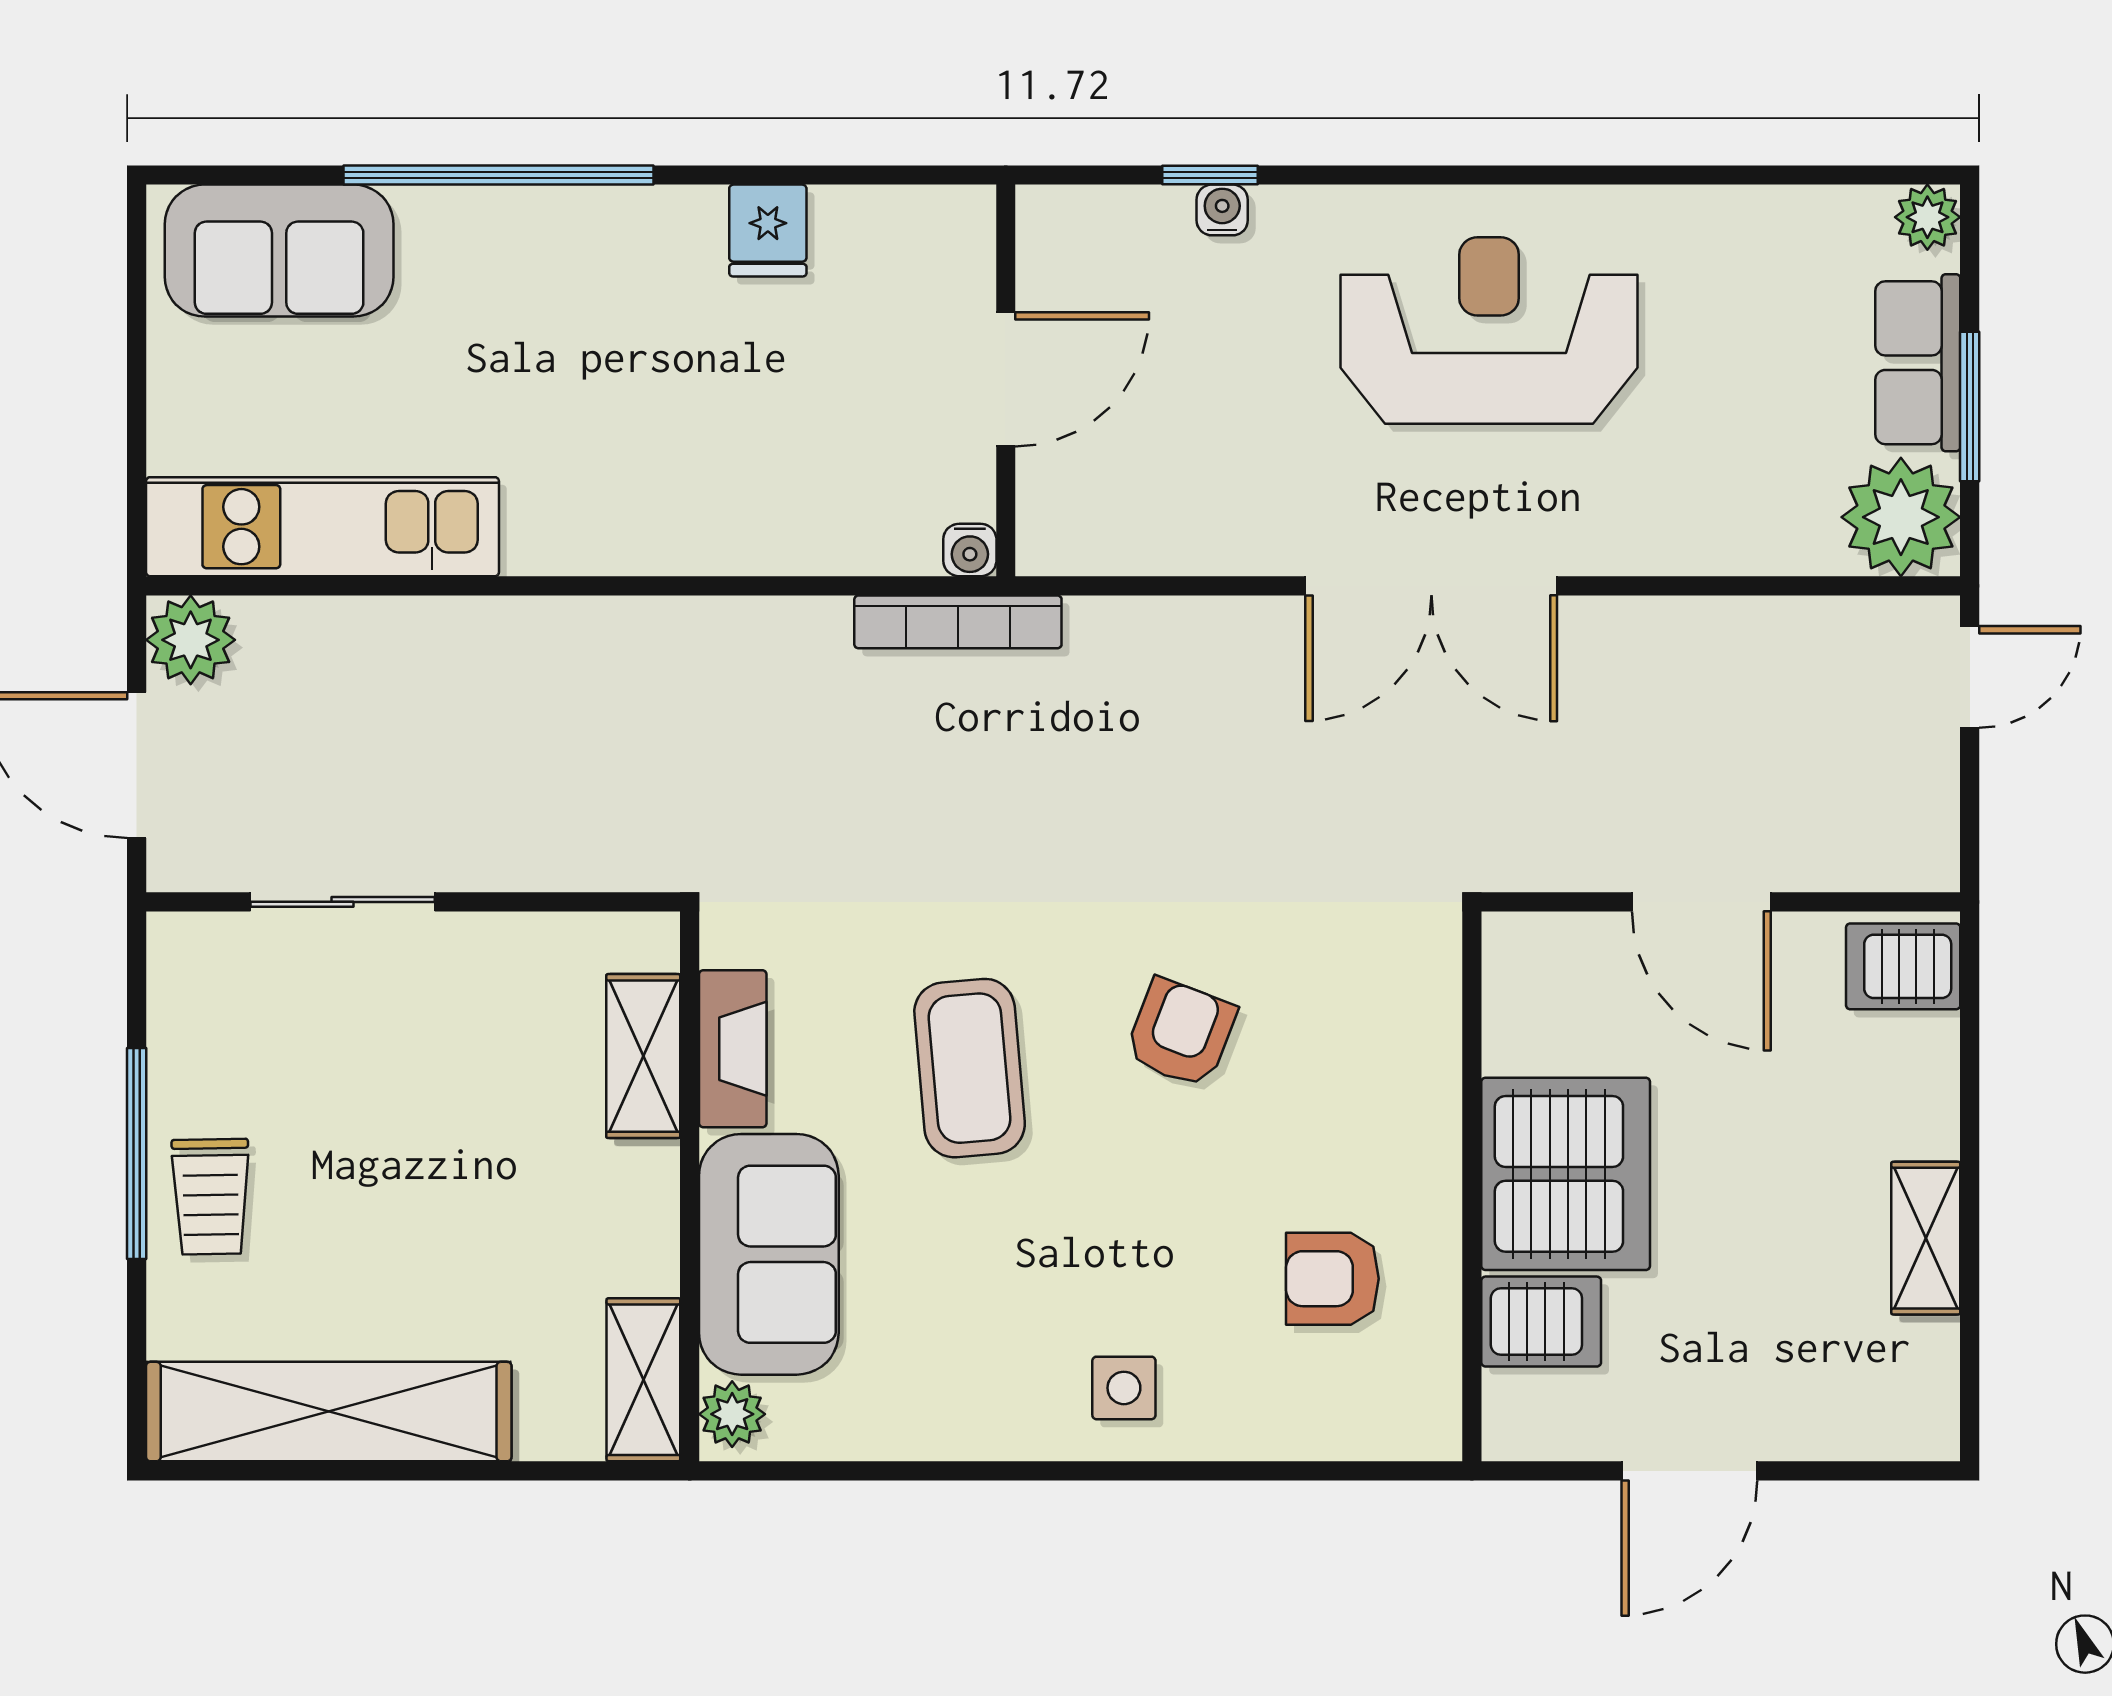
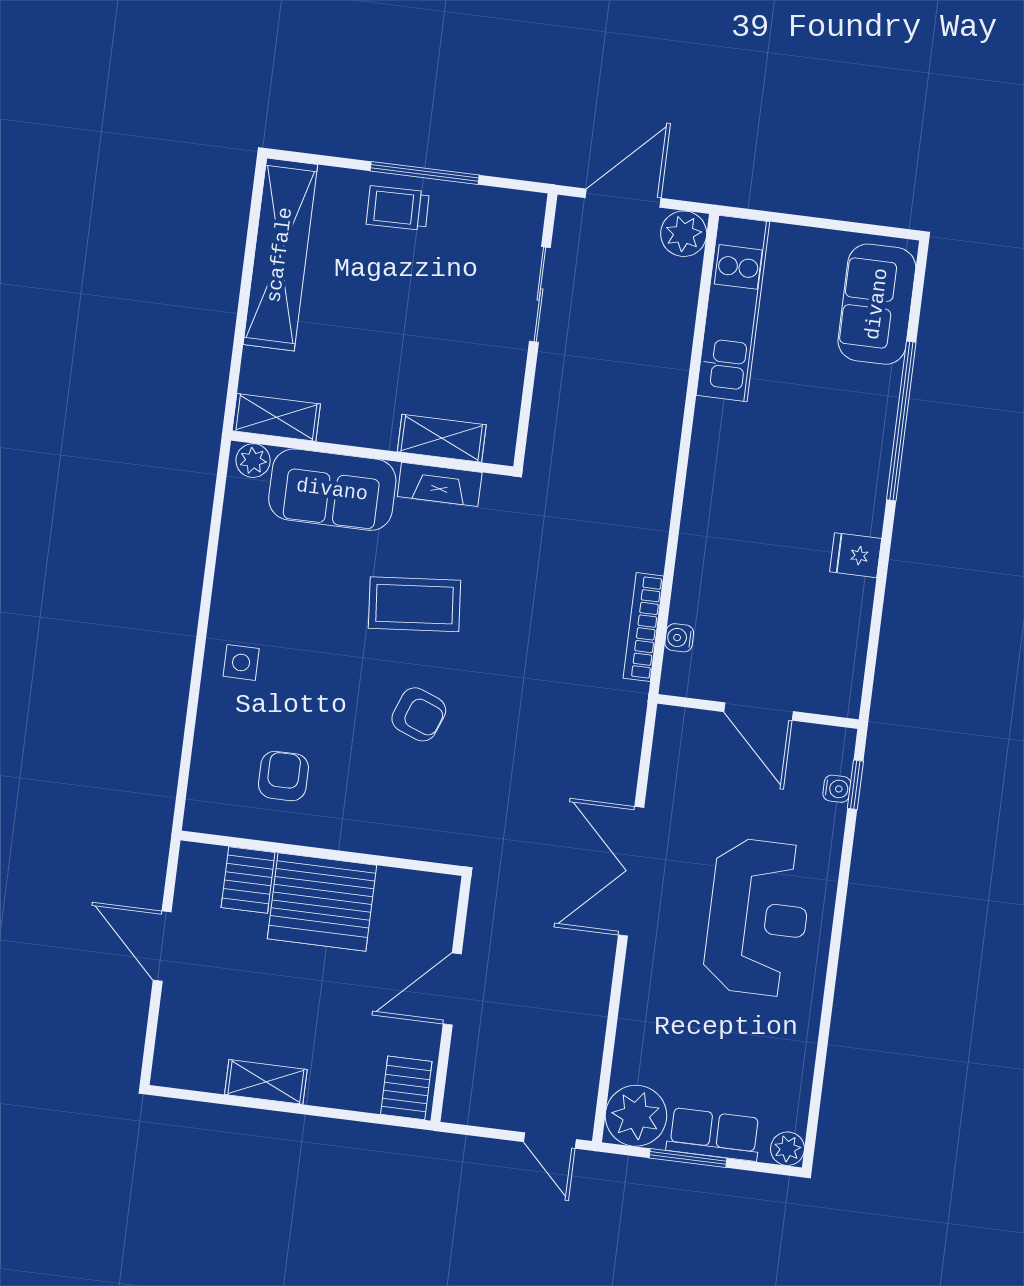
door: (1006, 379) -> (759, 712), moved
wall: (1006, 380) -> (758, 711), moved

